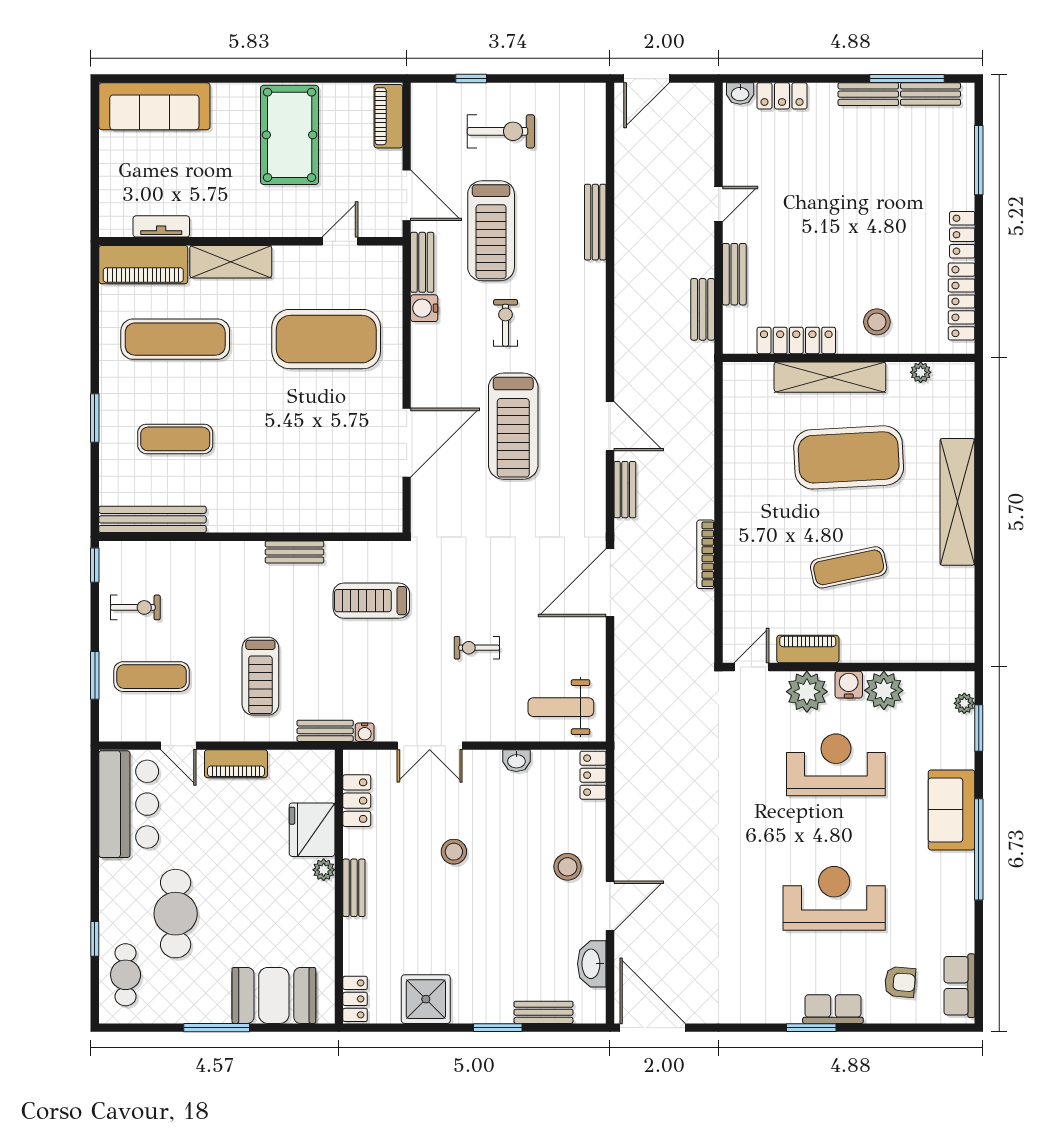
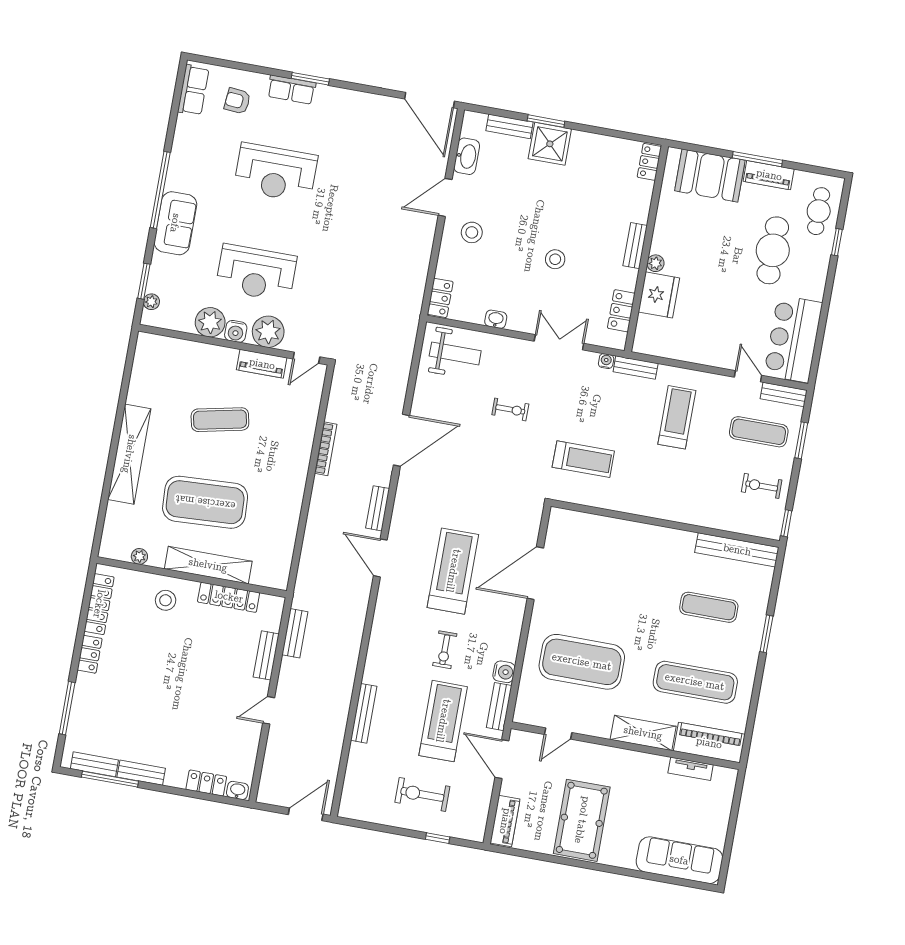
bench: (295, 552) -> (784, 394), moved
piano: (236, 764) -> (769, 175), moved, turned 180
shower: (426, 999) -> (550, 144), moved

